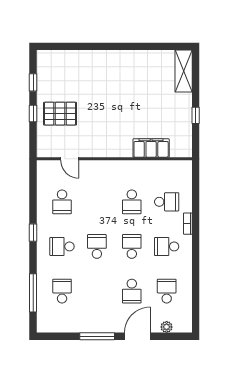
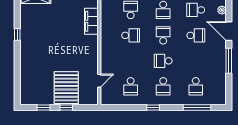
window: (133, 46) -> (17, 34), added
pallet: (60, 114) -> (66, 88), width x1.37, depth x1.41
school desk: (62, 202) -> (131, 86), turned 90
school desk: (132, 246) -> (163, 35), turned 90
school desk: (62, 291) -> (196, 86), turned -90

